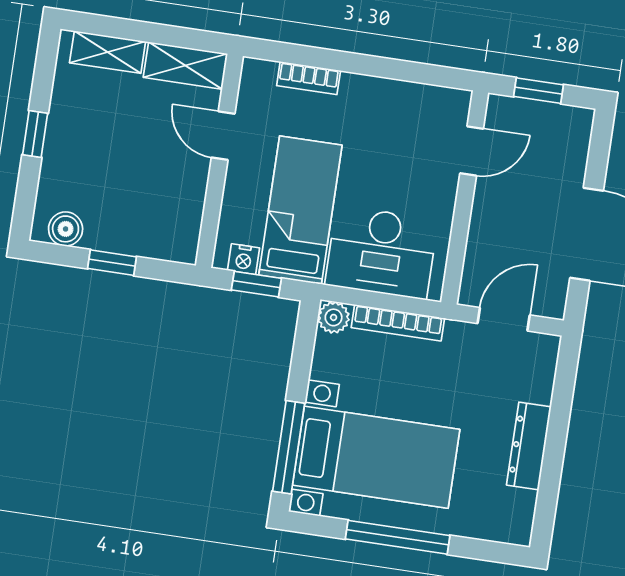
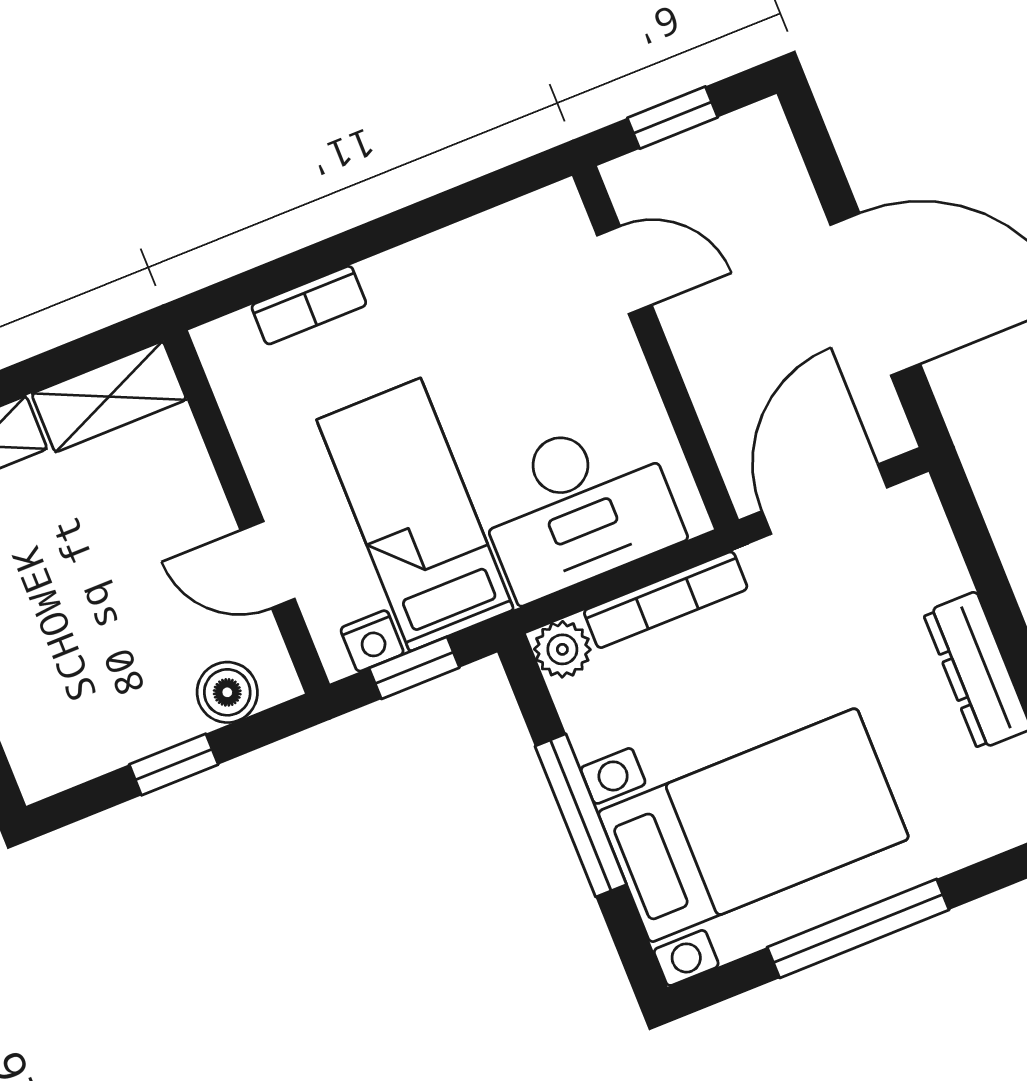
door: (223, 136) -> (268, 565), moved
door: (472, 151) -> (624, 270), hinge flipped
boiler: (66, 229) -> (227, 692), moved
door: (504, 319) -> (825, 499), width x1.38
window: (289, 447) -> (581, 815), moved

